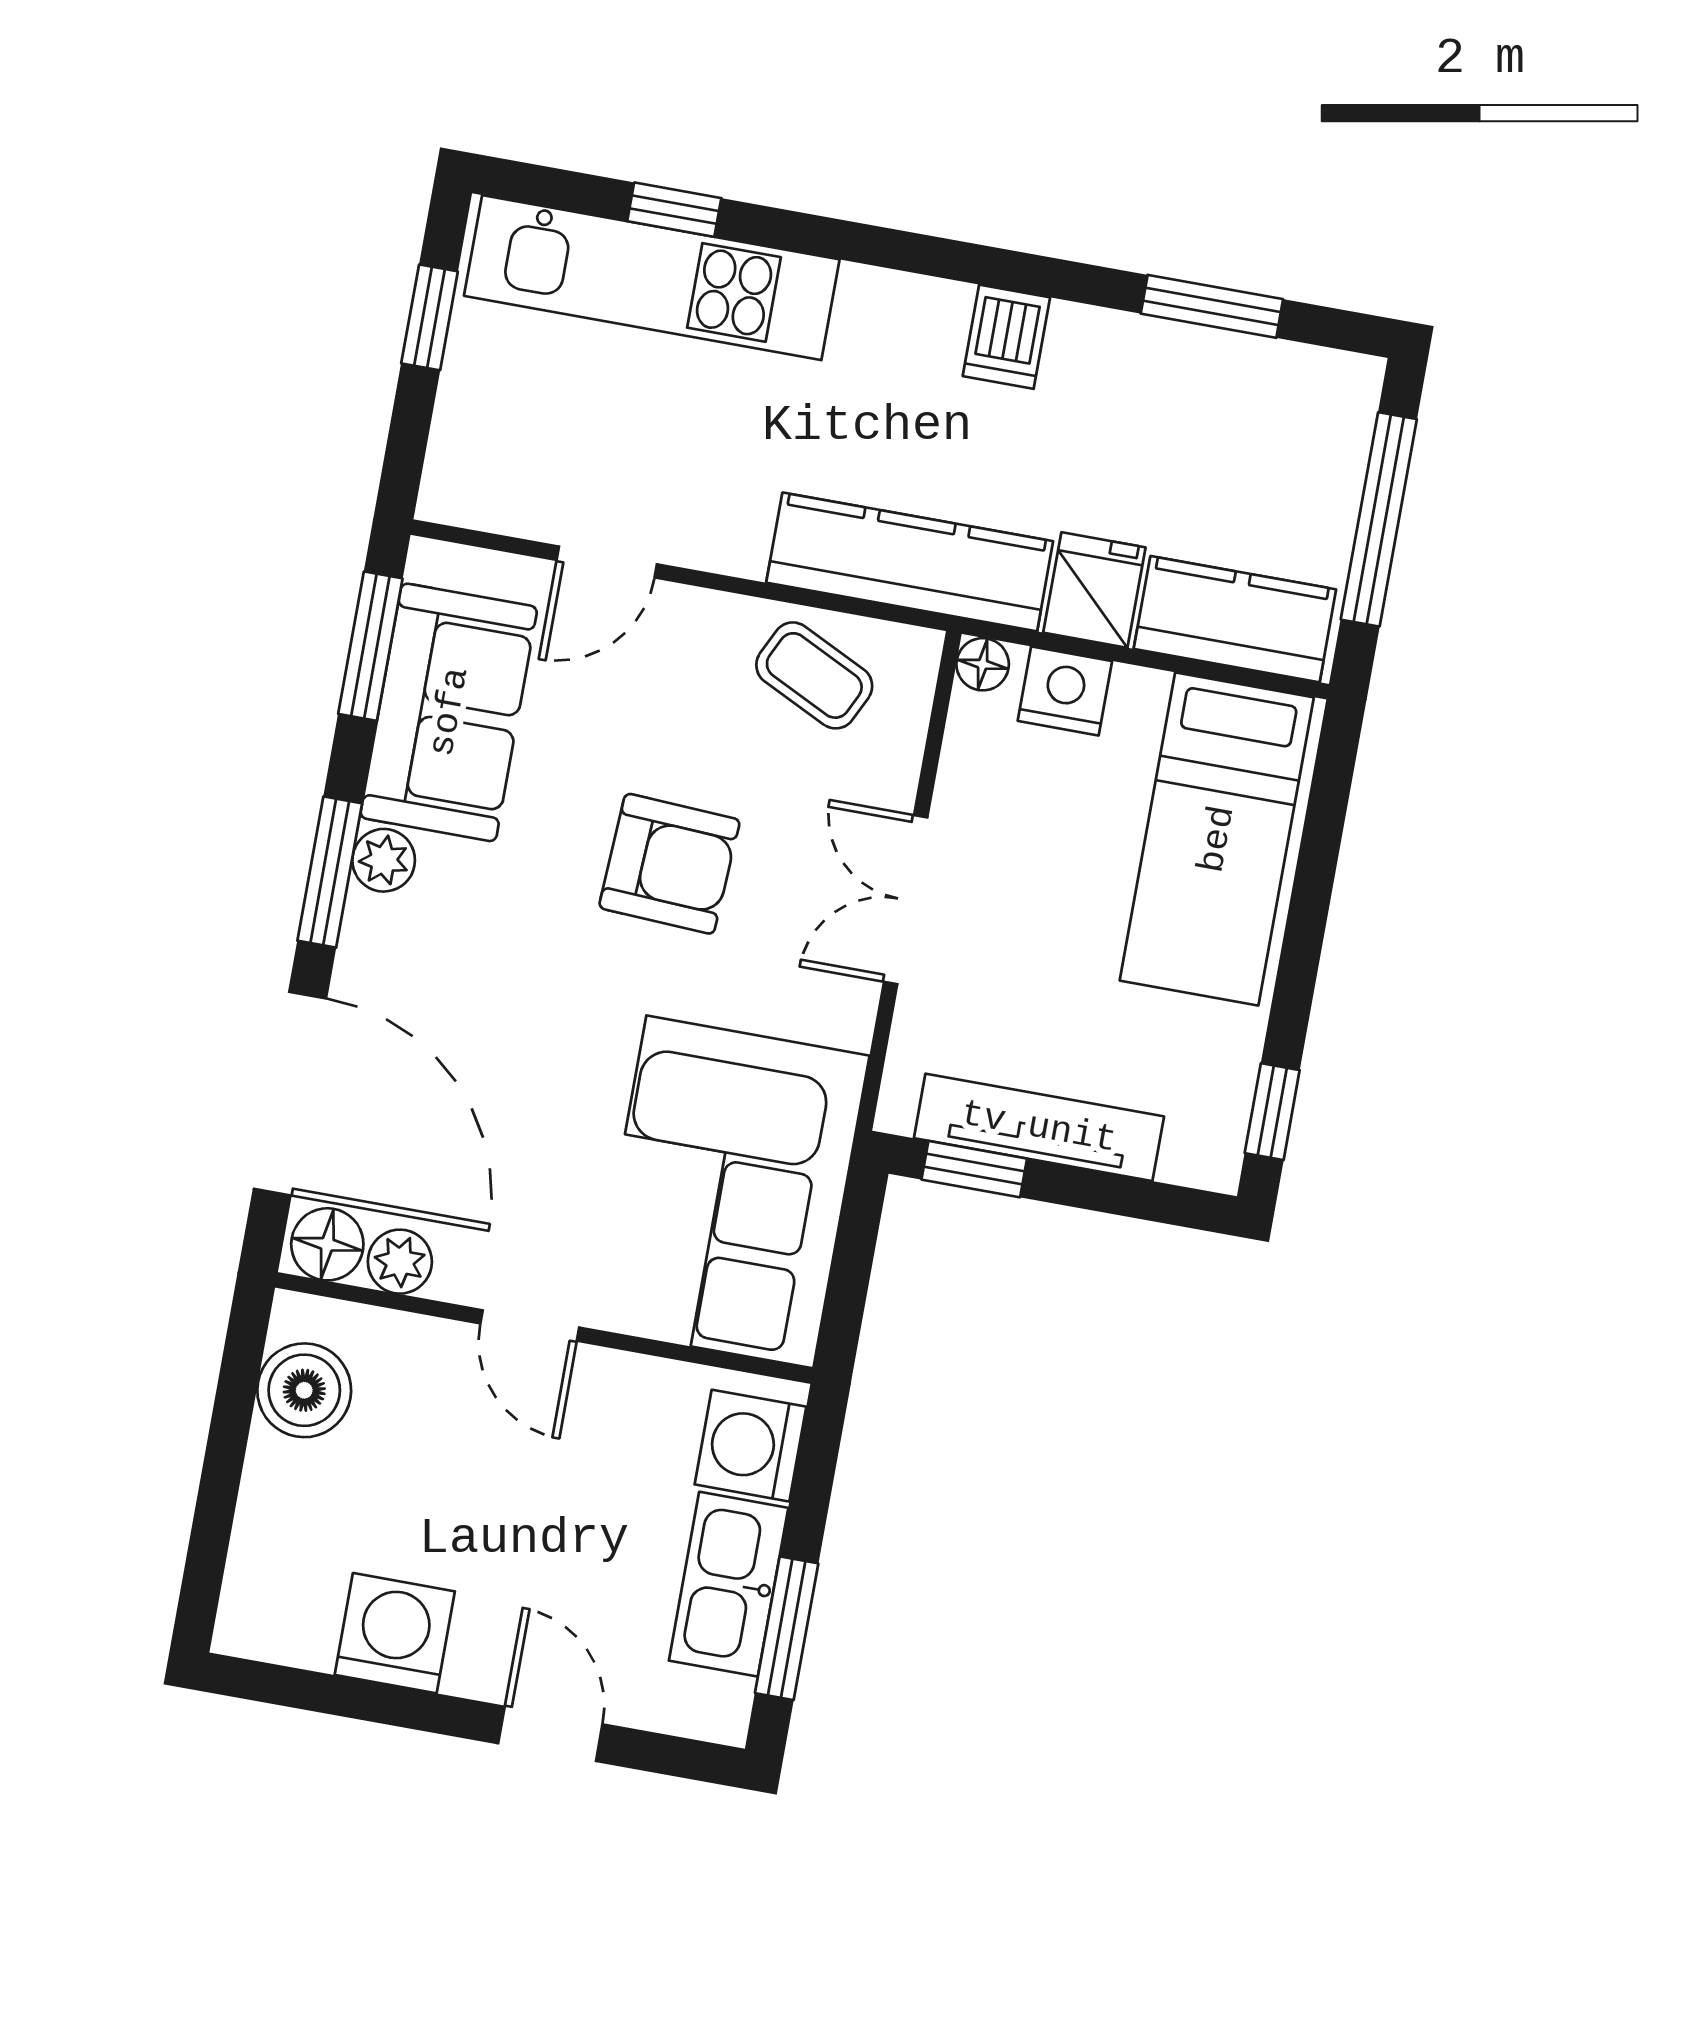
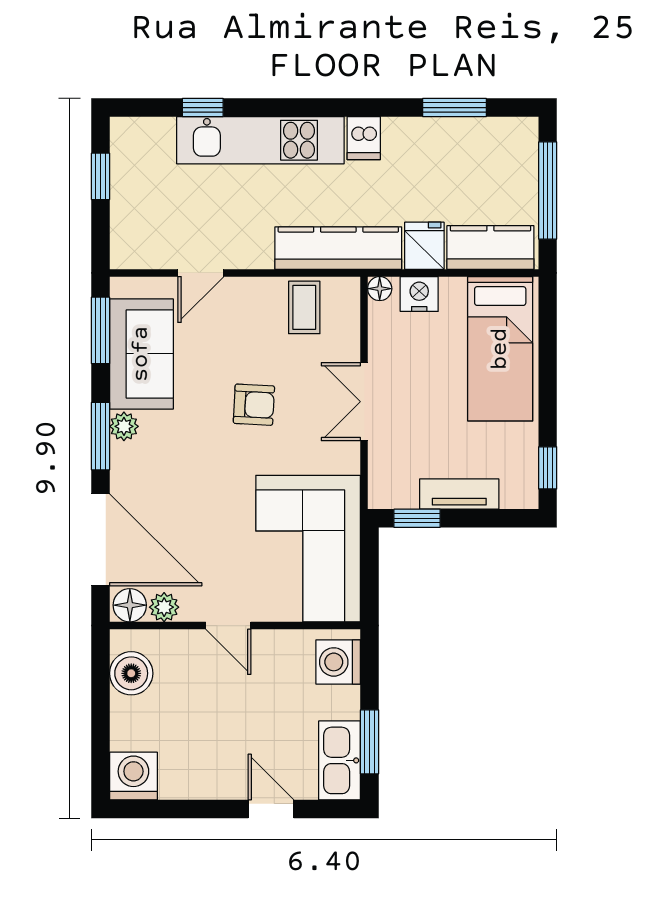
kitchen unit: (652, 278) -> (260, 140), moved
coffee table: (814, 675) -> (304, 307), turned 64
armchair: (669, 864) -> (254, 405), width x0.72, depth x0.72
tv unit: (1039, 1127) -> (459, 494), width x0.71
kitchen sink: (729, 1584) -> (340, 760), moved
washing machine: (395, 1633) -> (133, 776), moved

